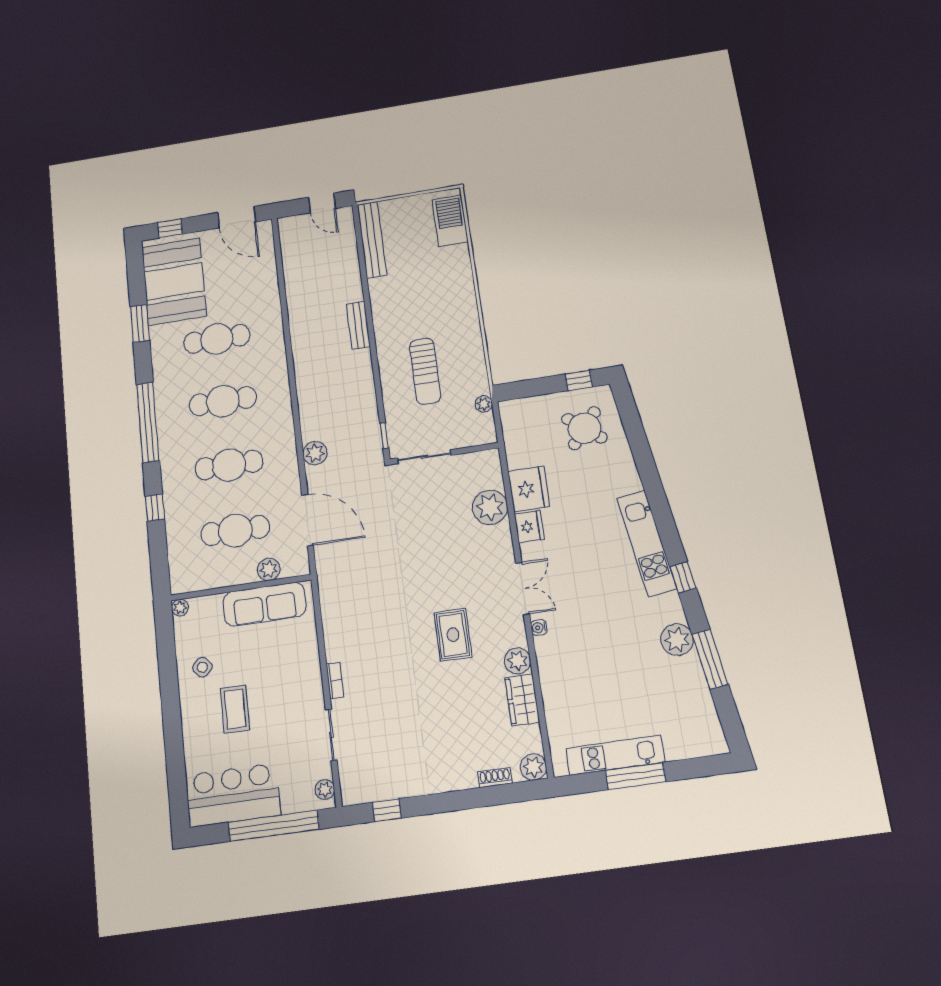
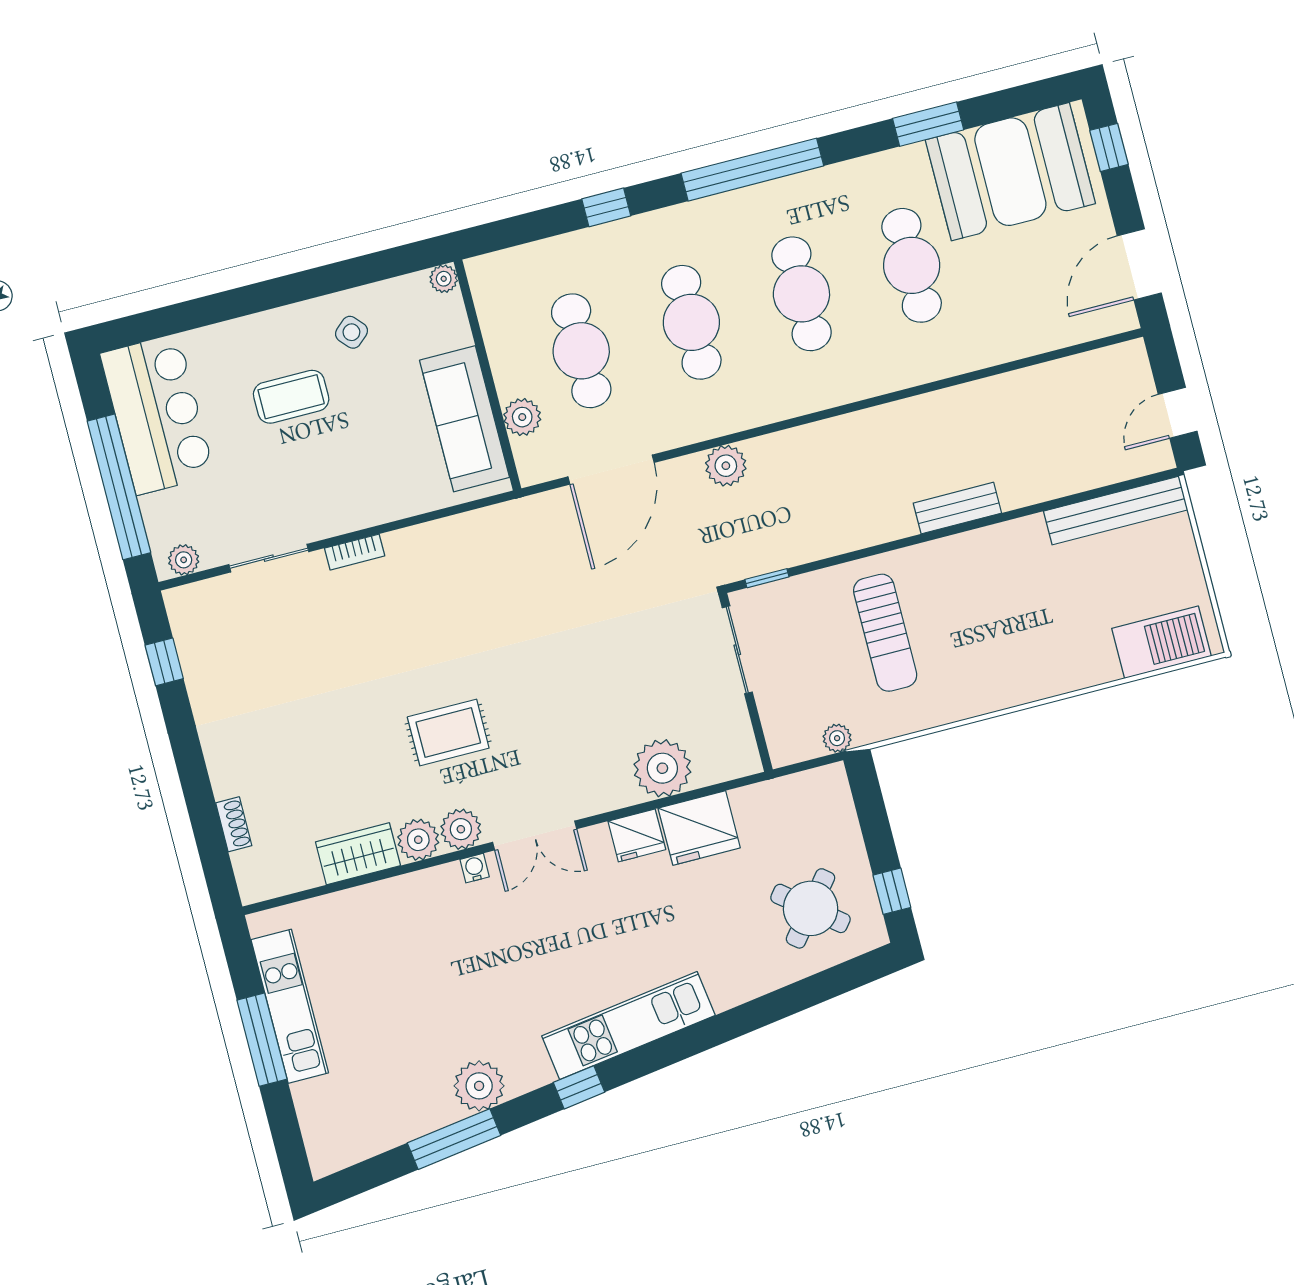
sun lounger: (425, 371) -> (885, 633), turned -90
plant: (533, 767) -> (461, 829), moved

